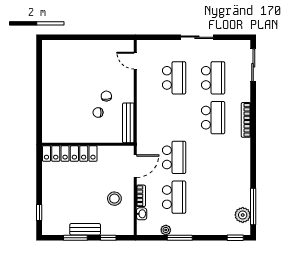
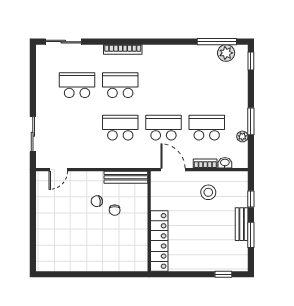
sliding door: (197, 37) -> (33, 134), moved
school desk: (174, 78) -> (120, 128), moved

